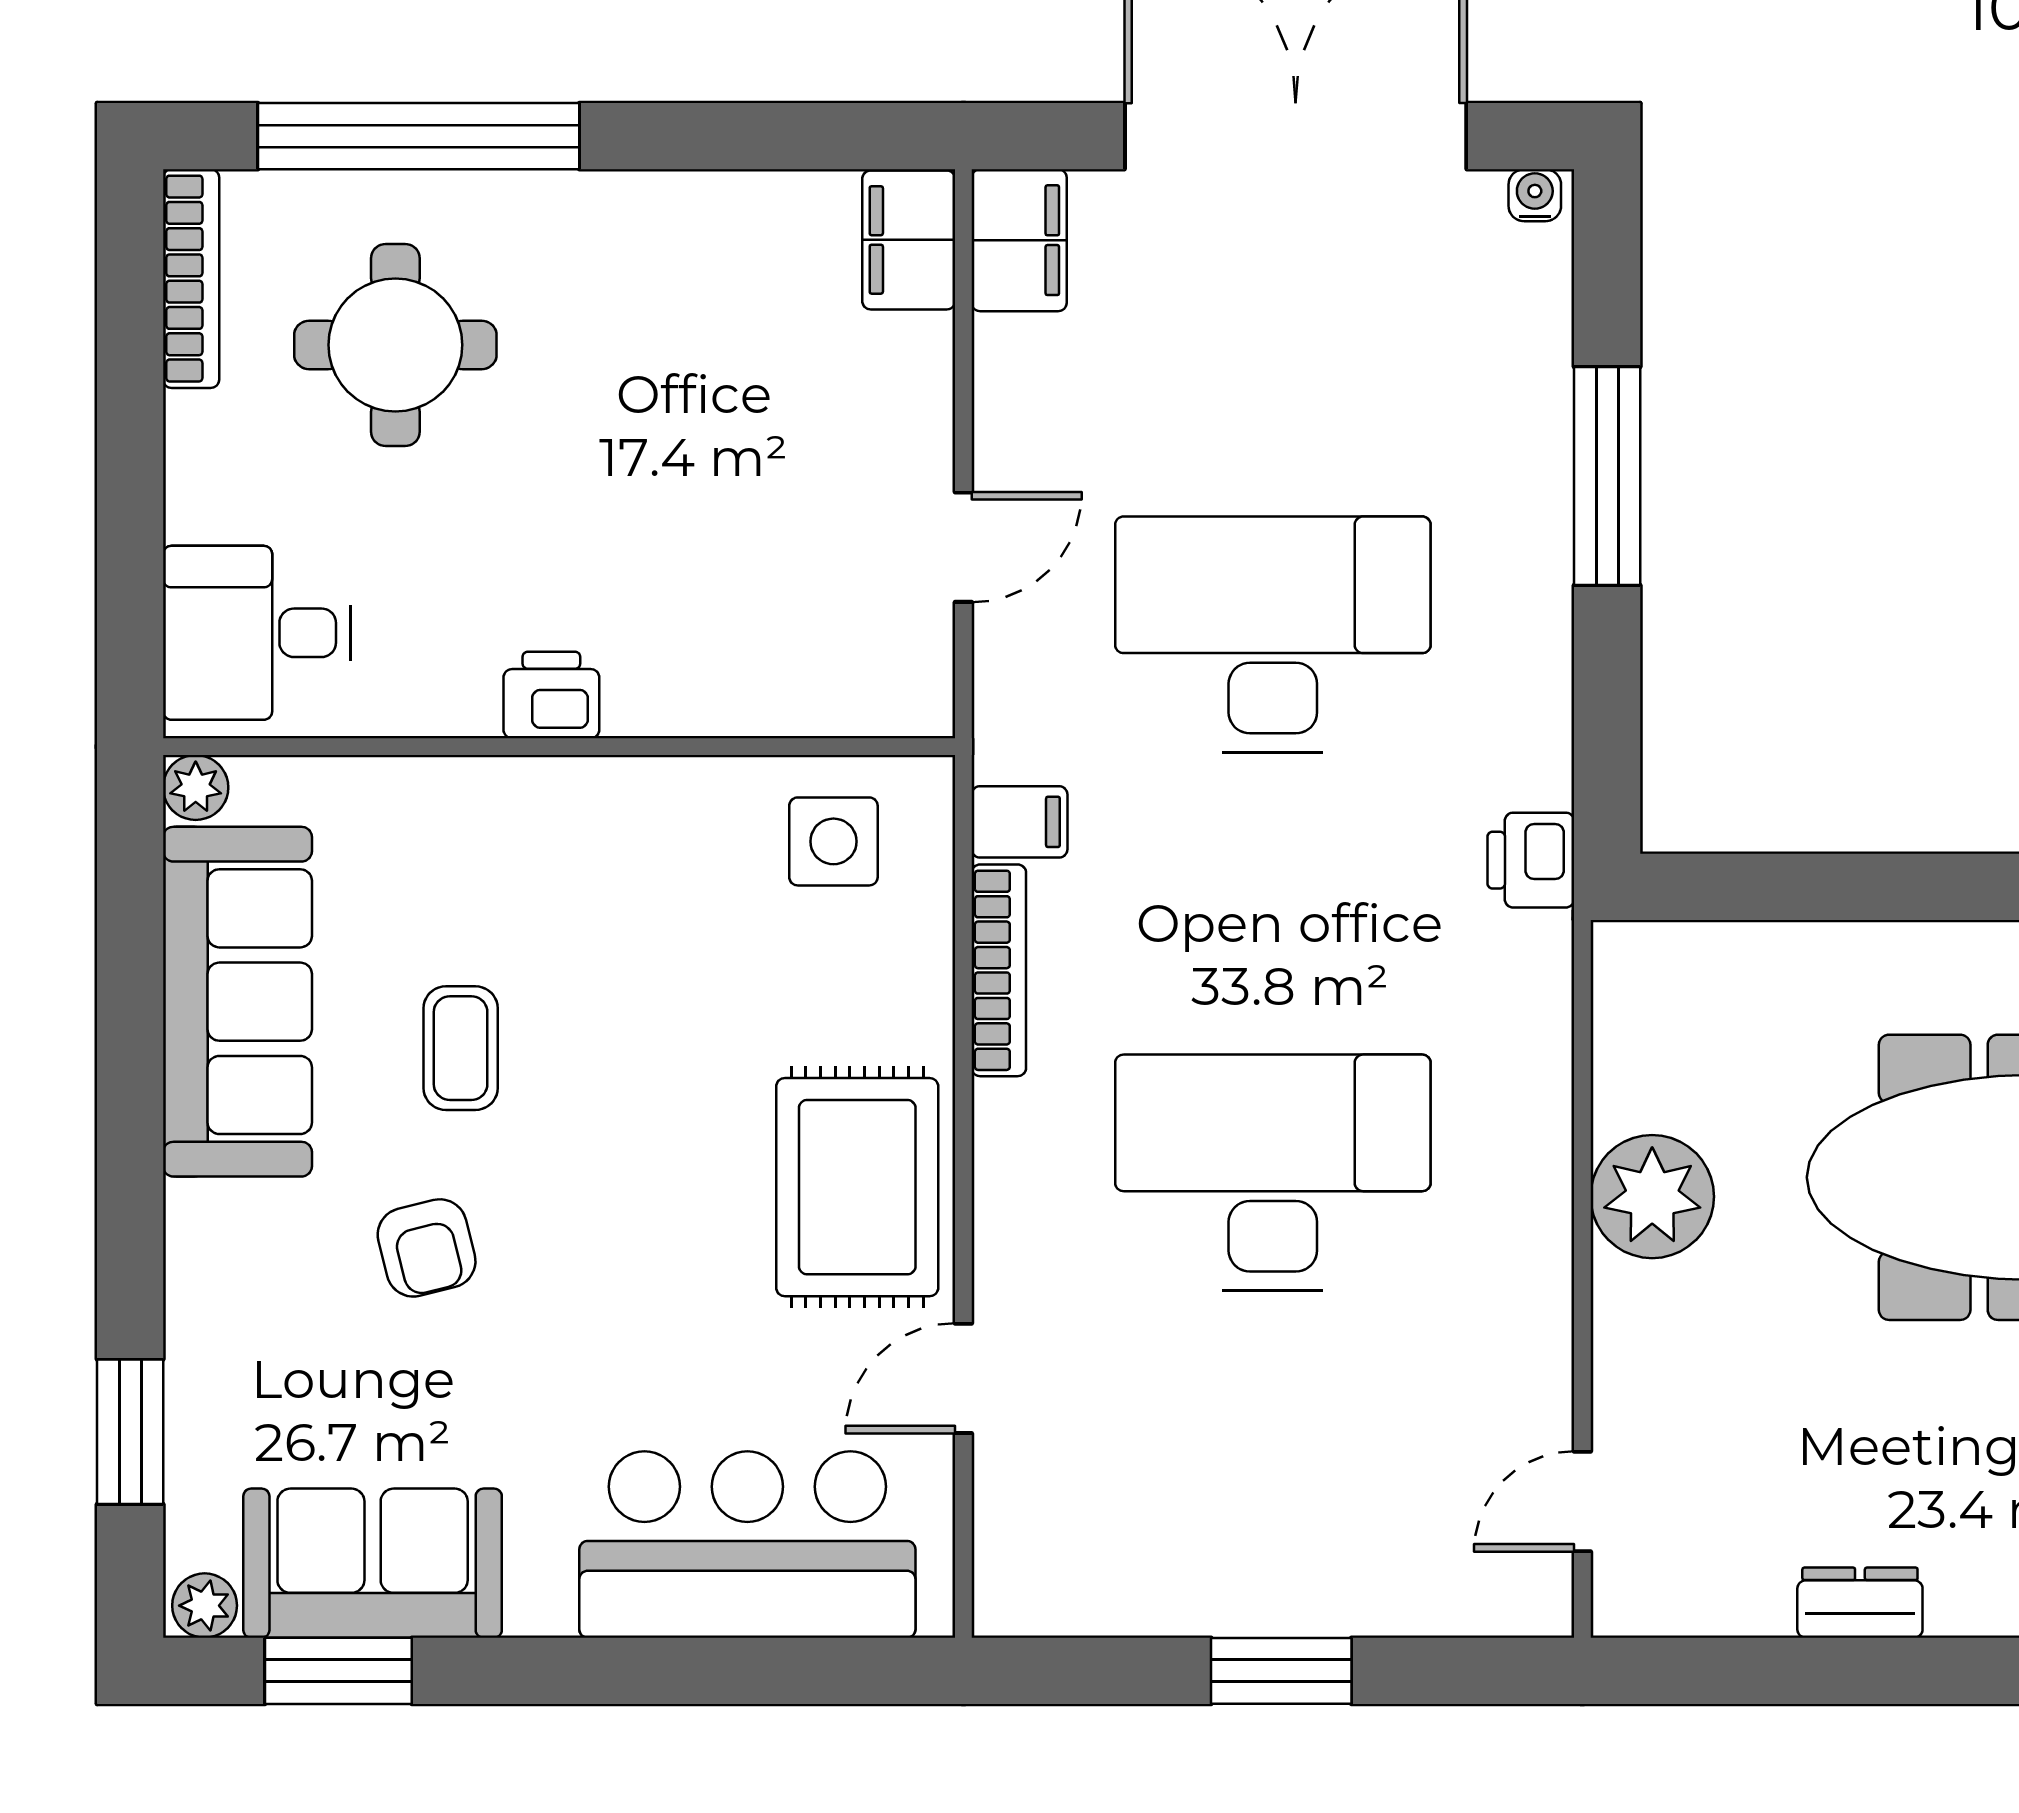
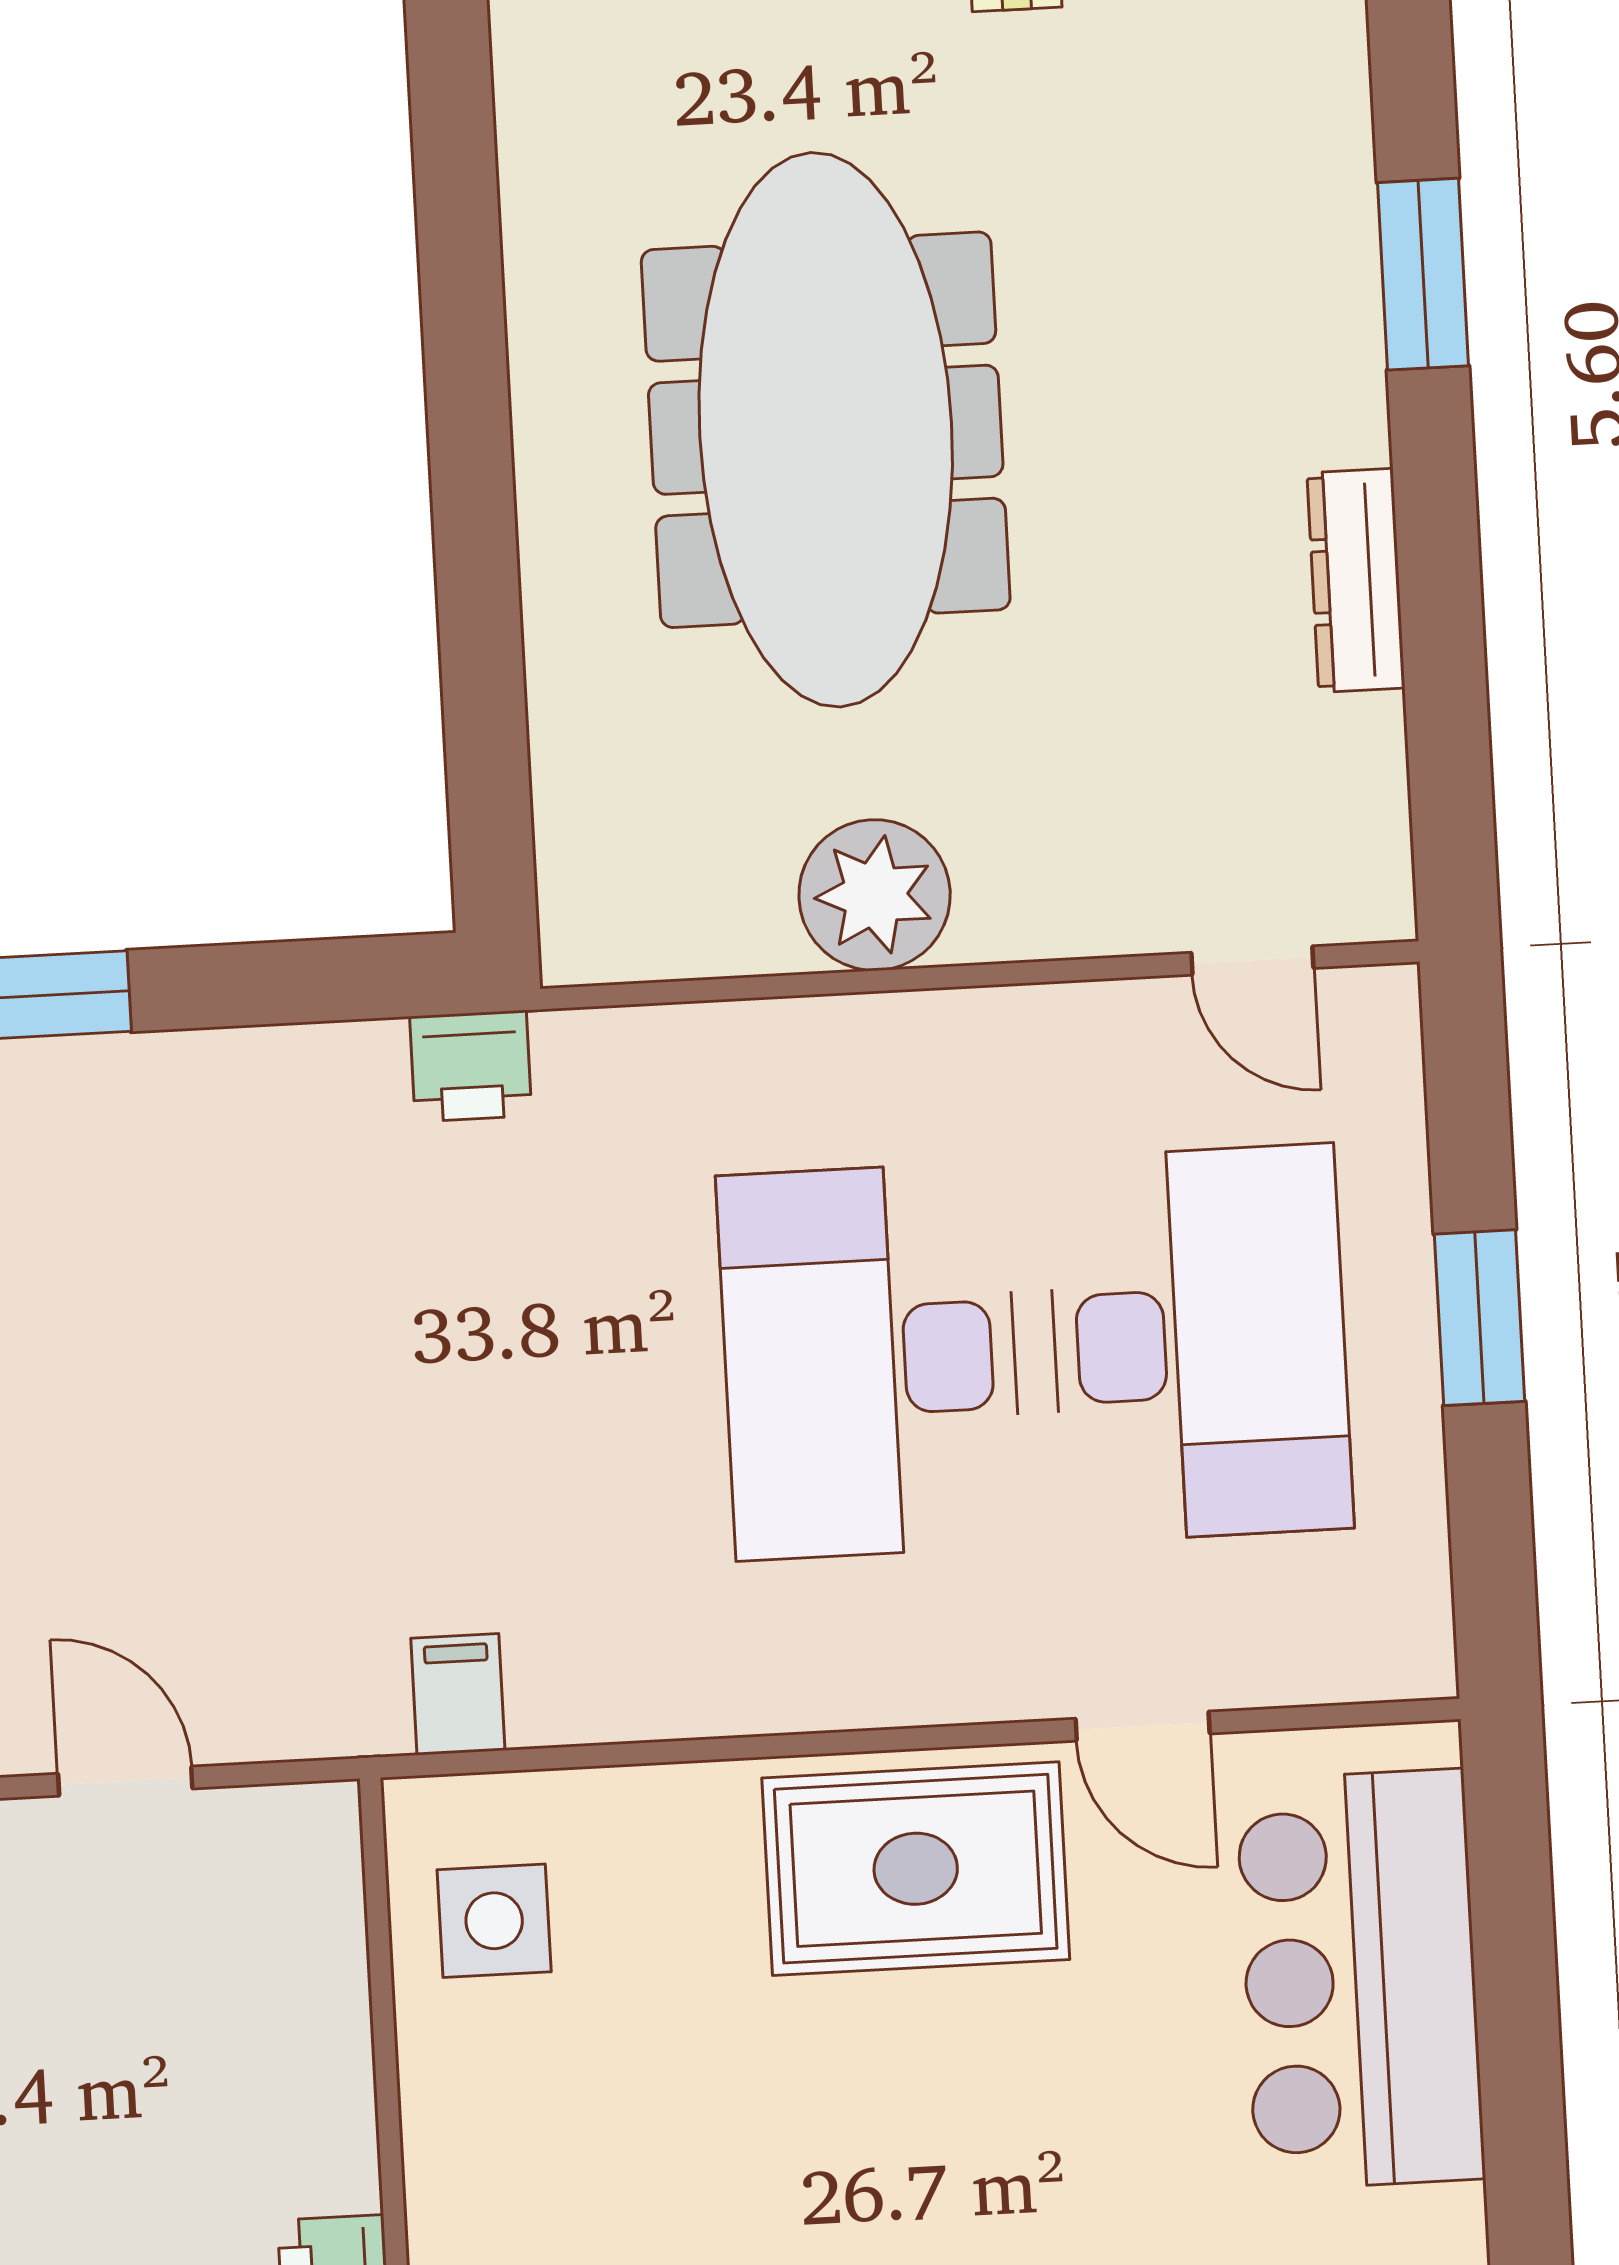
desk: (1273, 634) -> (1199, 1343), moved, turned 180
bookcase: (999, 970) -> (641, 1710), removed
dresser: (1860, 1603) -> (1356, 580), width x1.44

